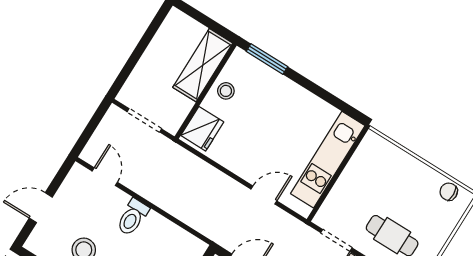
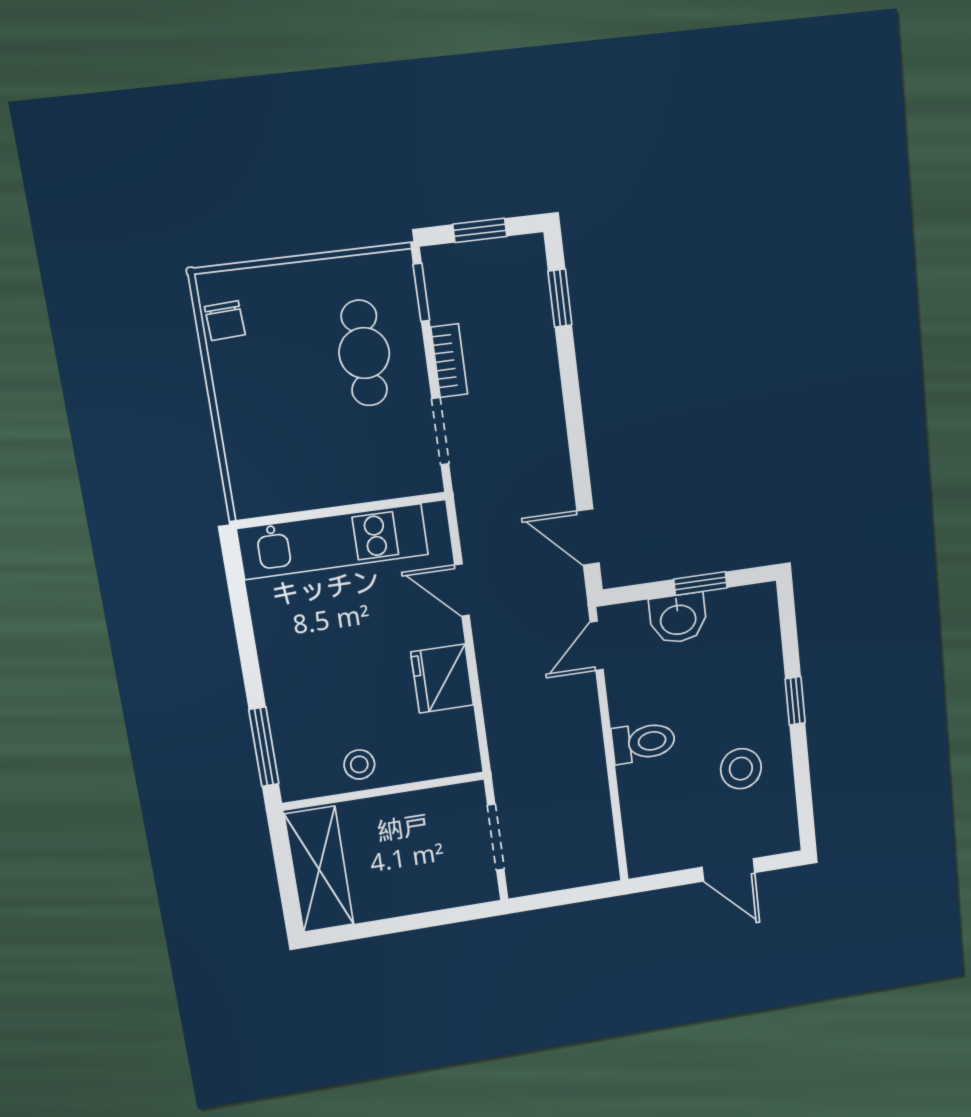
shelving: (203, 65) -> (319, 869), moved, turned 90
fridge: (202, 129) -> (442, 679), moved, turned -90
door: (105, 177) -> (597, 646), moved

